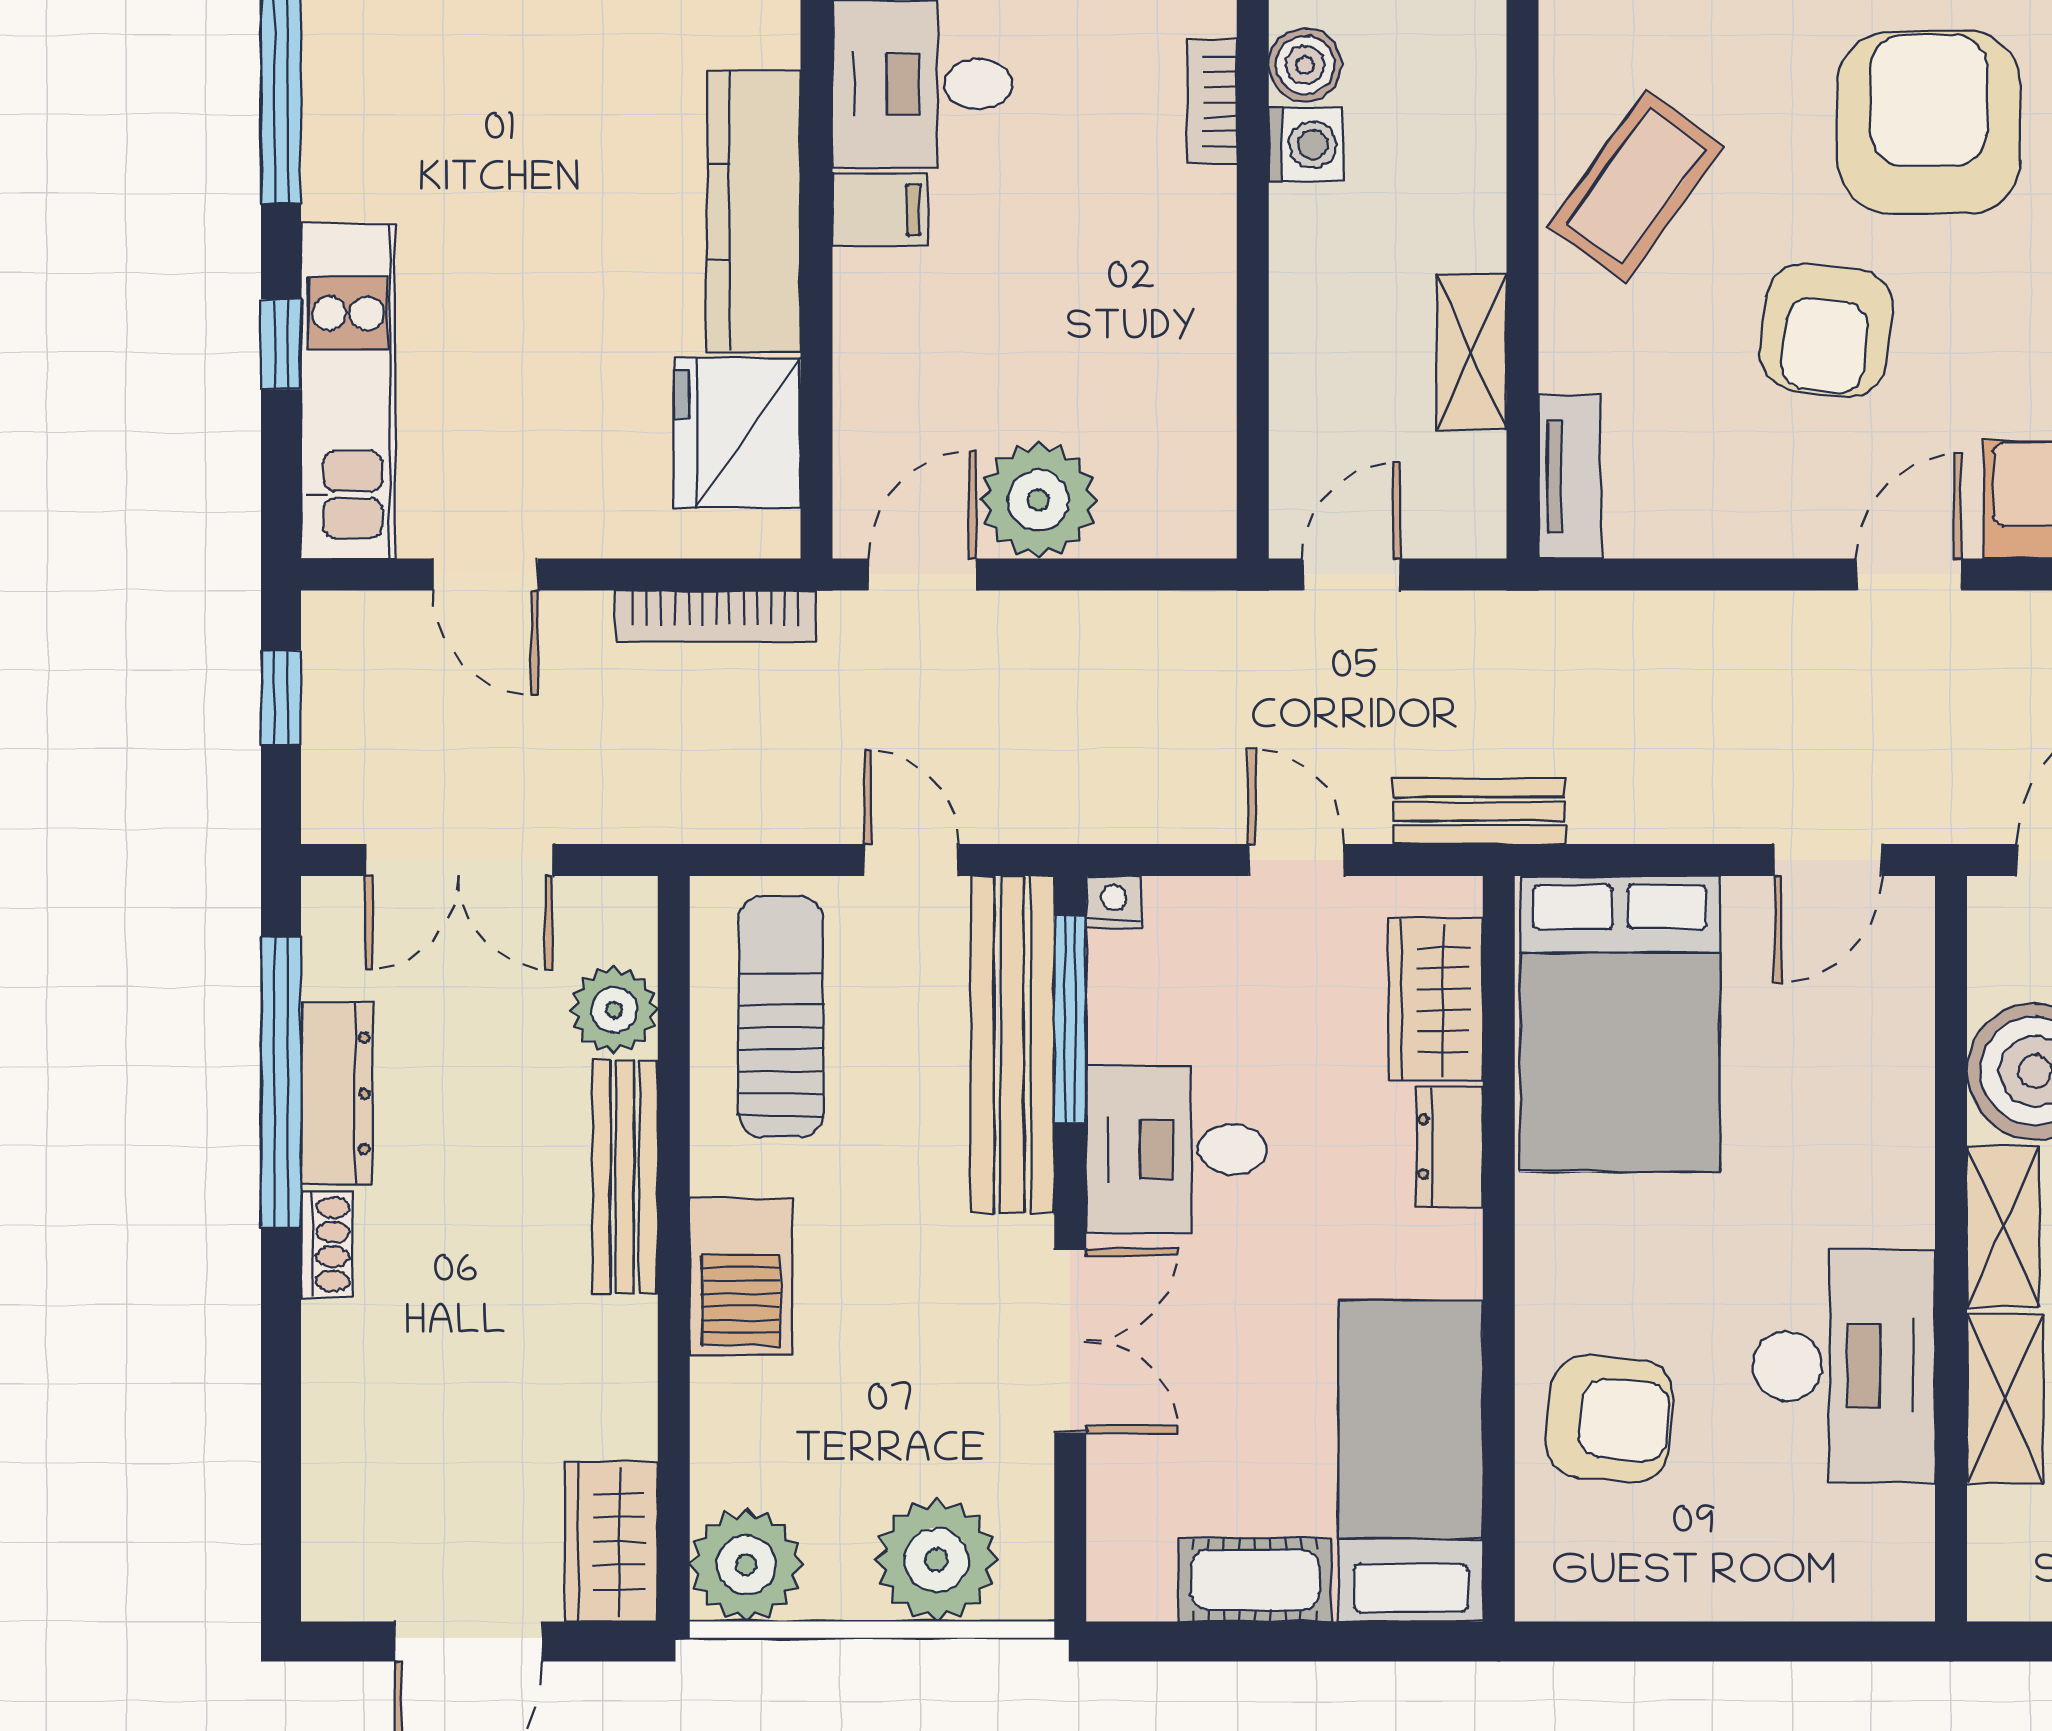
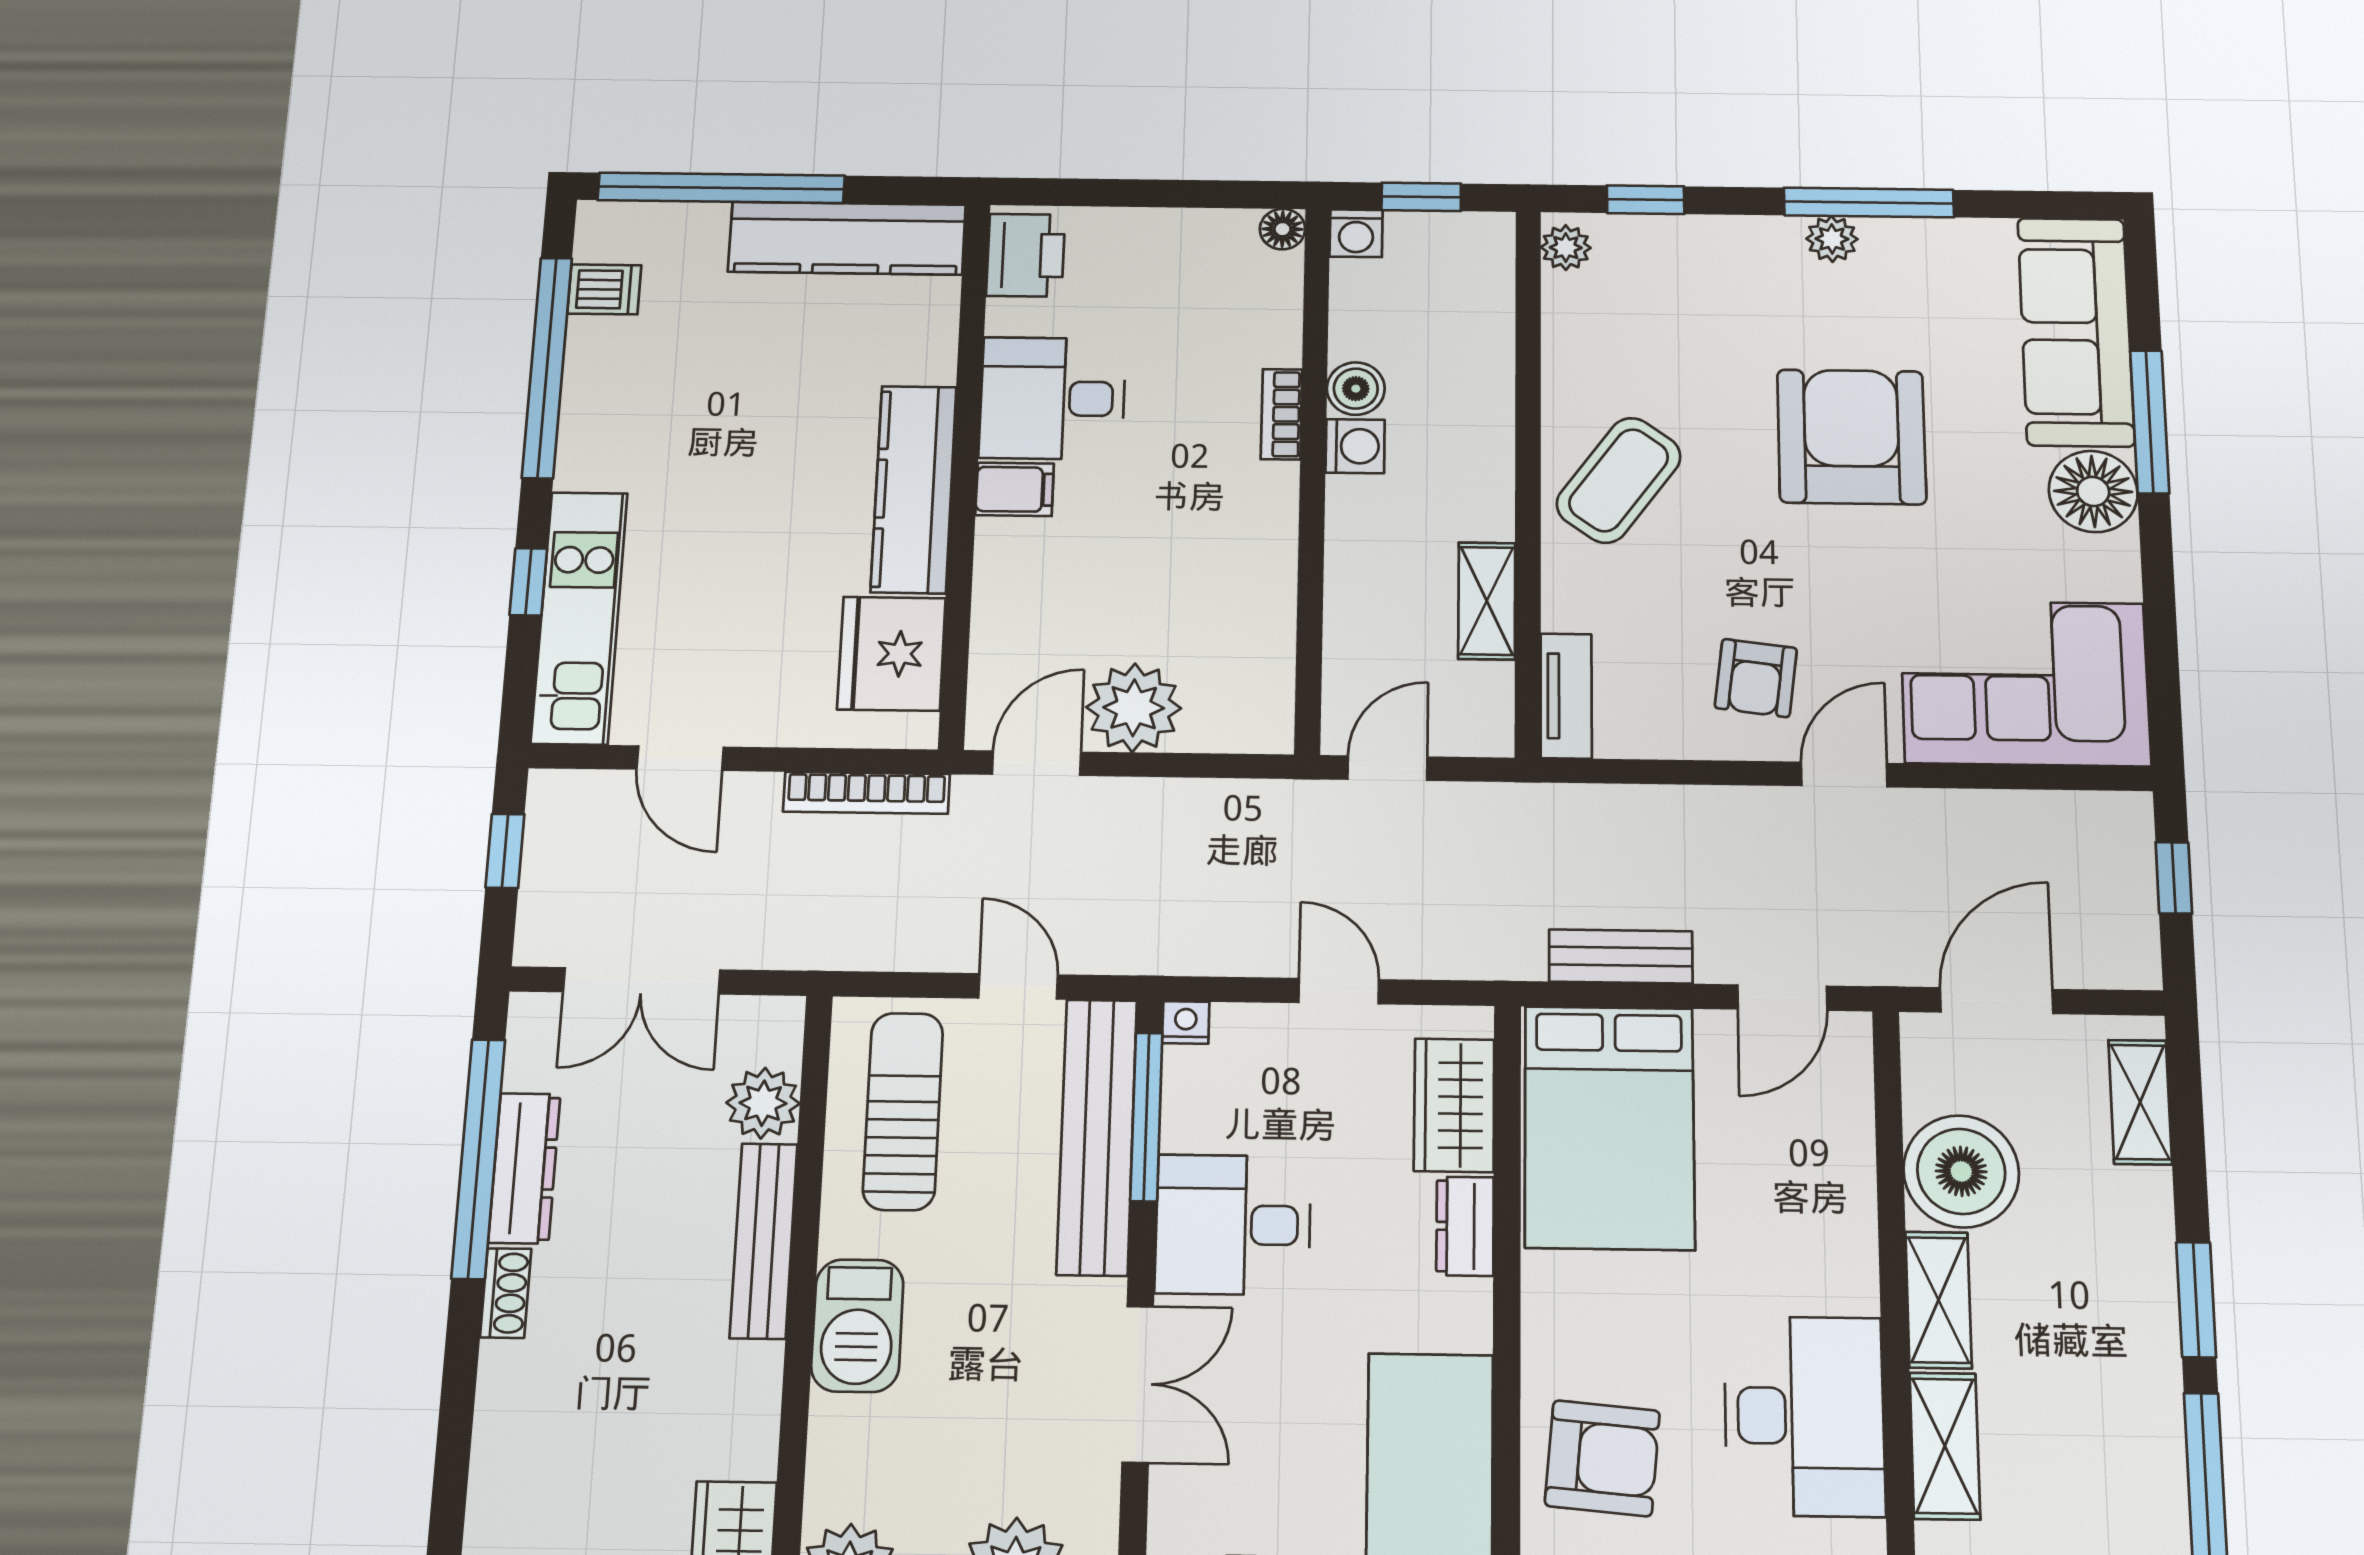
armchair: (1827, 330) -> (1756, 678), moved, width x0.72, depth x0.72
bench: (1479, 811) -> (1621, 956), moved

